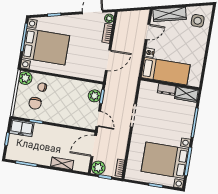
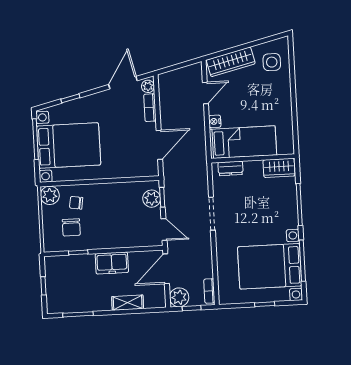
dresser: (167, 90) -> (231, 168), moved
freezer: (22, 128) -> (112, 263), moved

